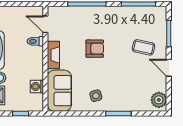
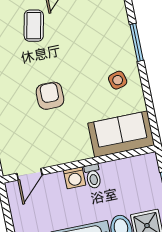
toilet: (35, 41) -> (93, 176), moved
fireplace: (53, 55) -> (71, 154), removed
washing machine: (37, 86) -> (75, 178), moved

